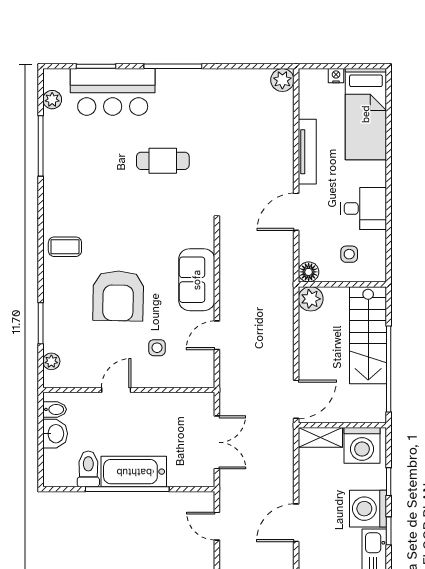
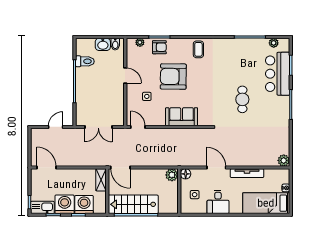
armchair: (61, 323) -> (159, 47), added
door: (217, 335) -> (138, 127), moved
stairs: (368, 335) -> (133, 204), moved
washing machine: (362, 445) -> (84, 205), moved, turned 90
bathtub: (134, 472) -> (83, 84), removed
door: (296, 523) -> (46, 168), moved

